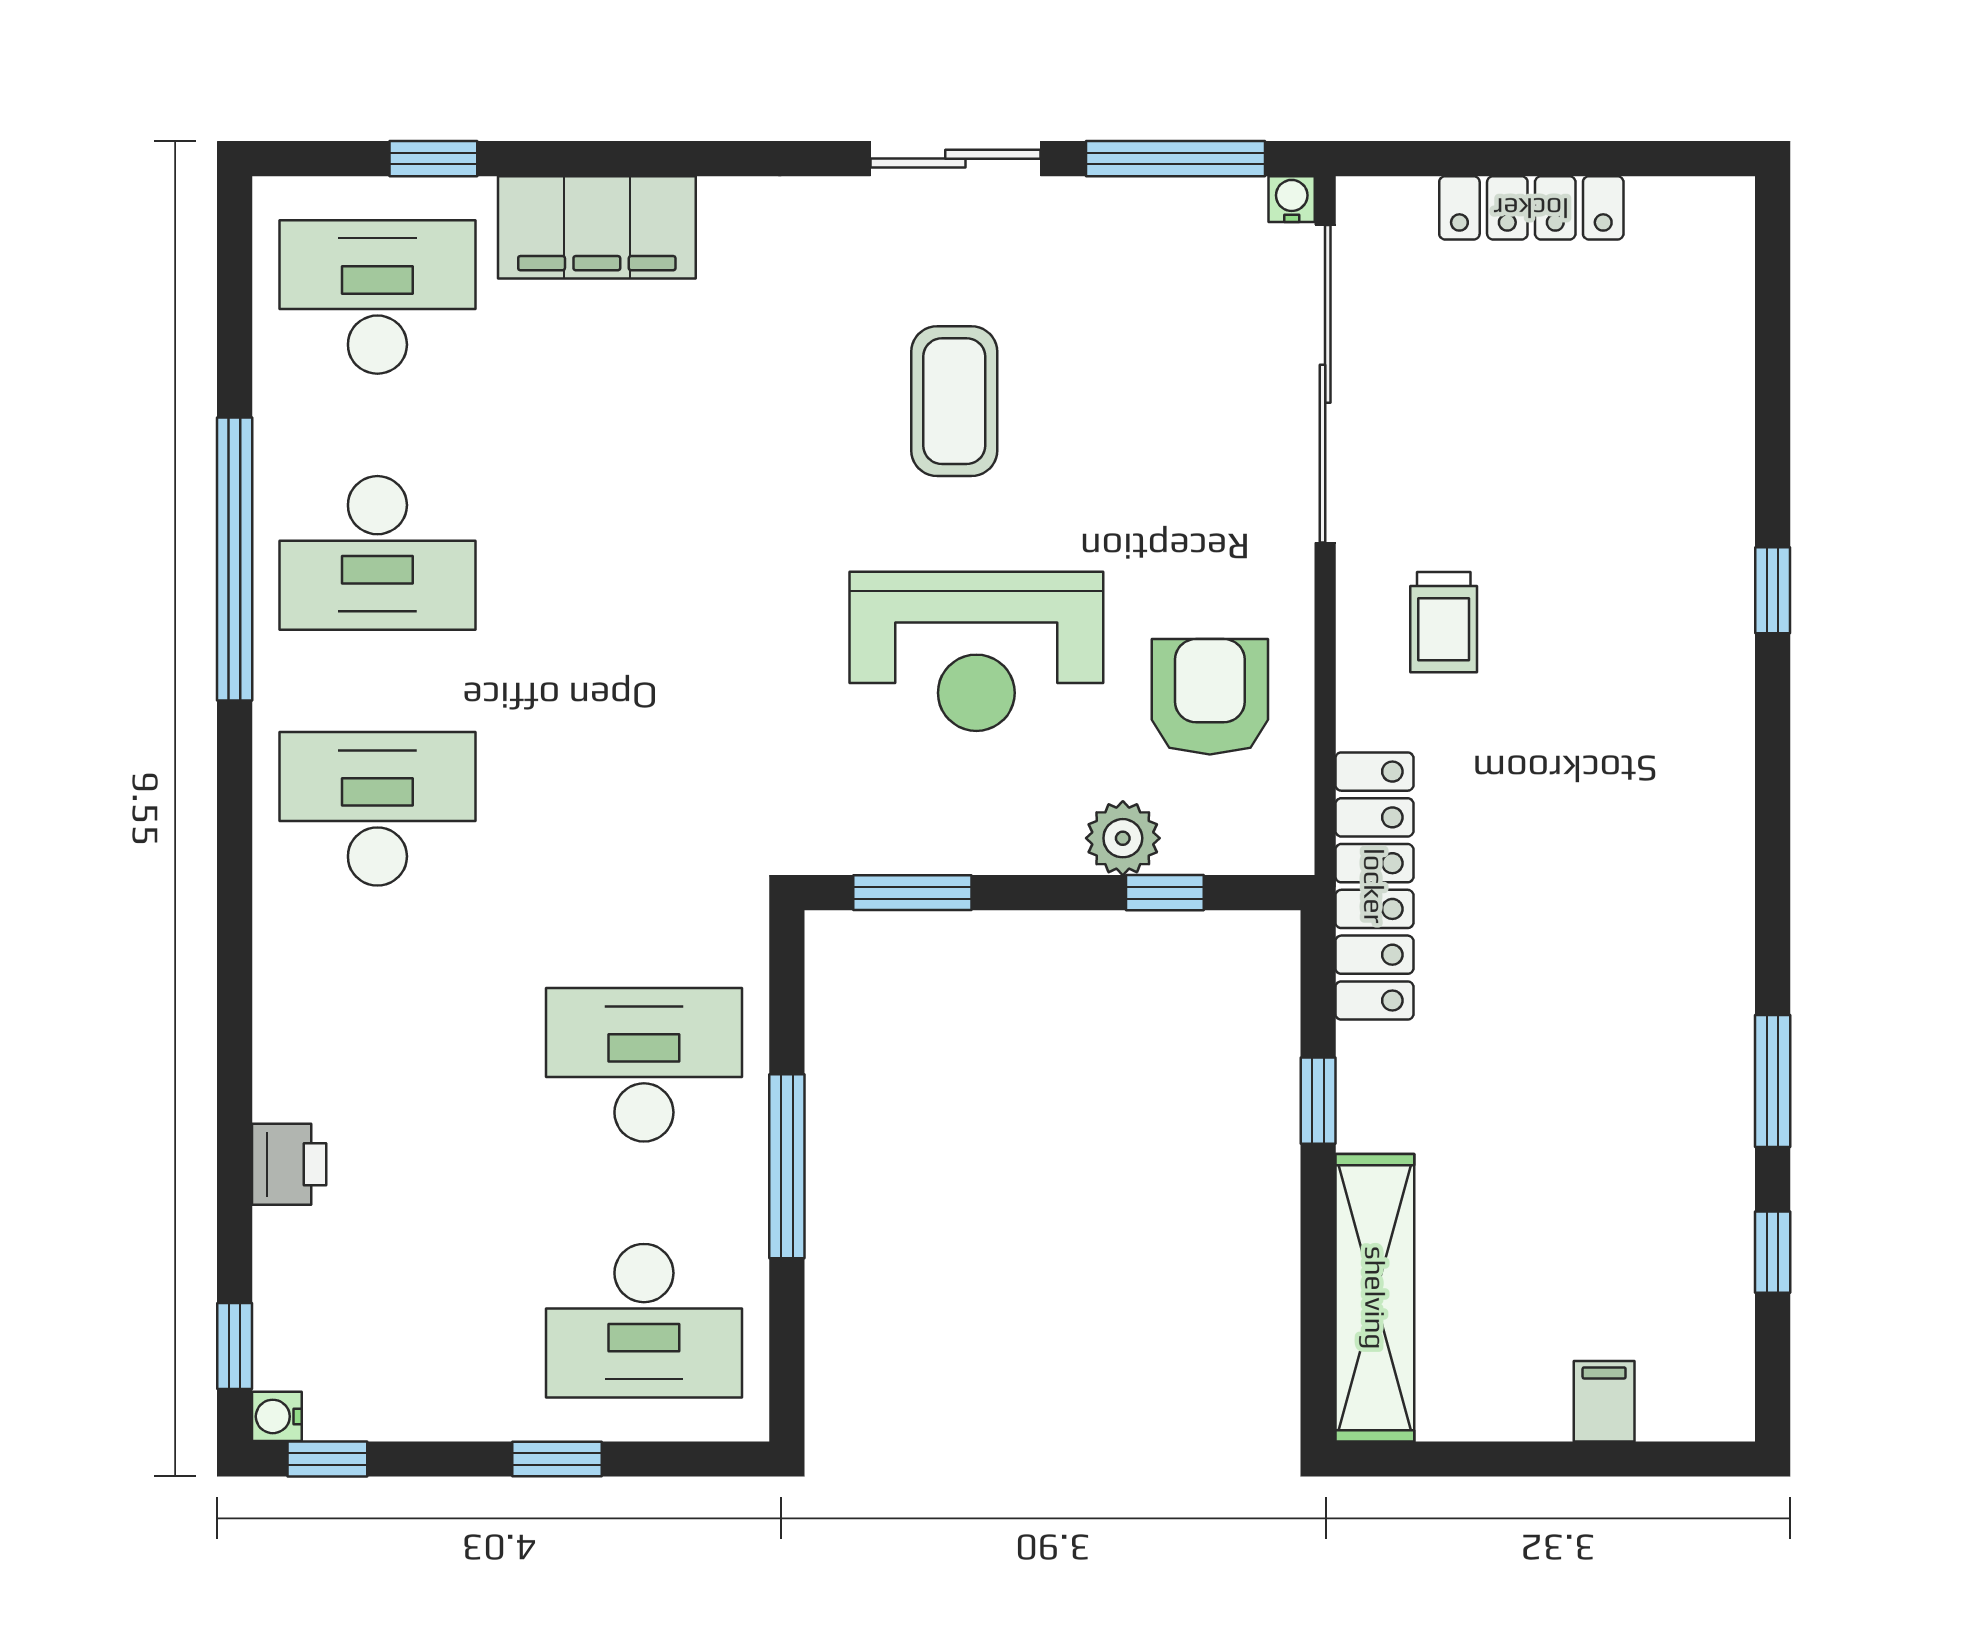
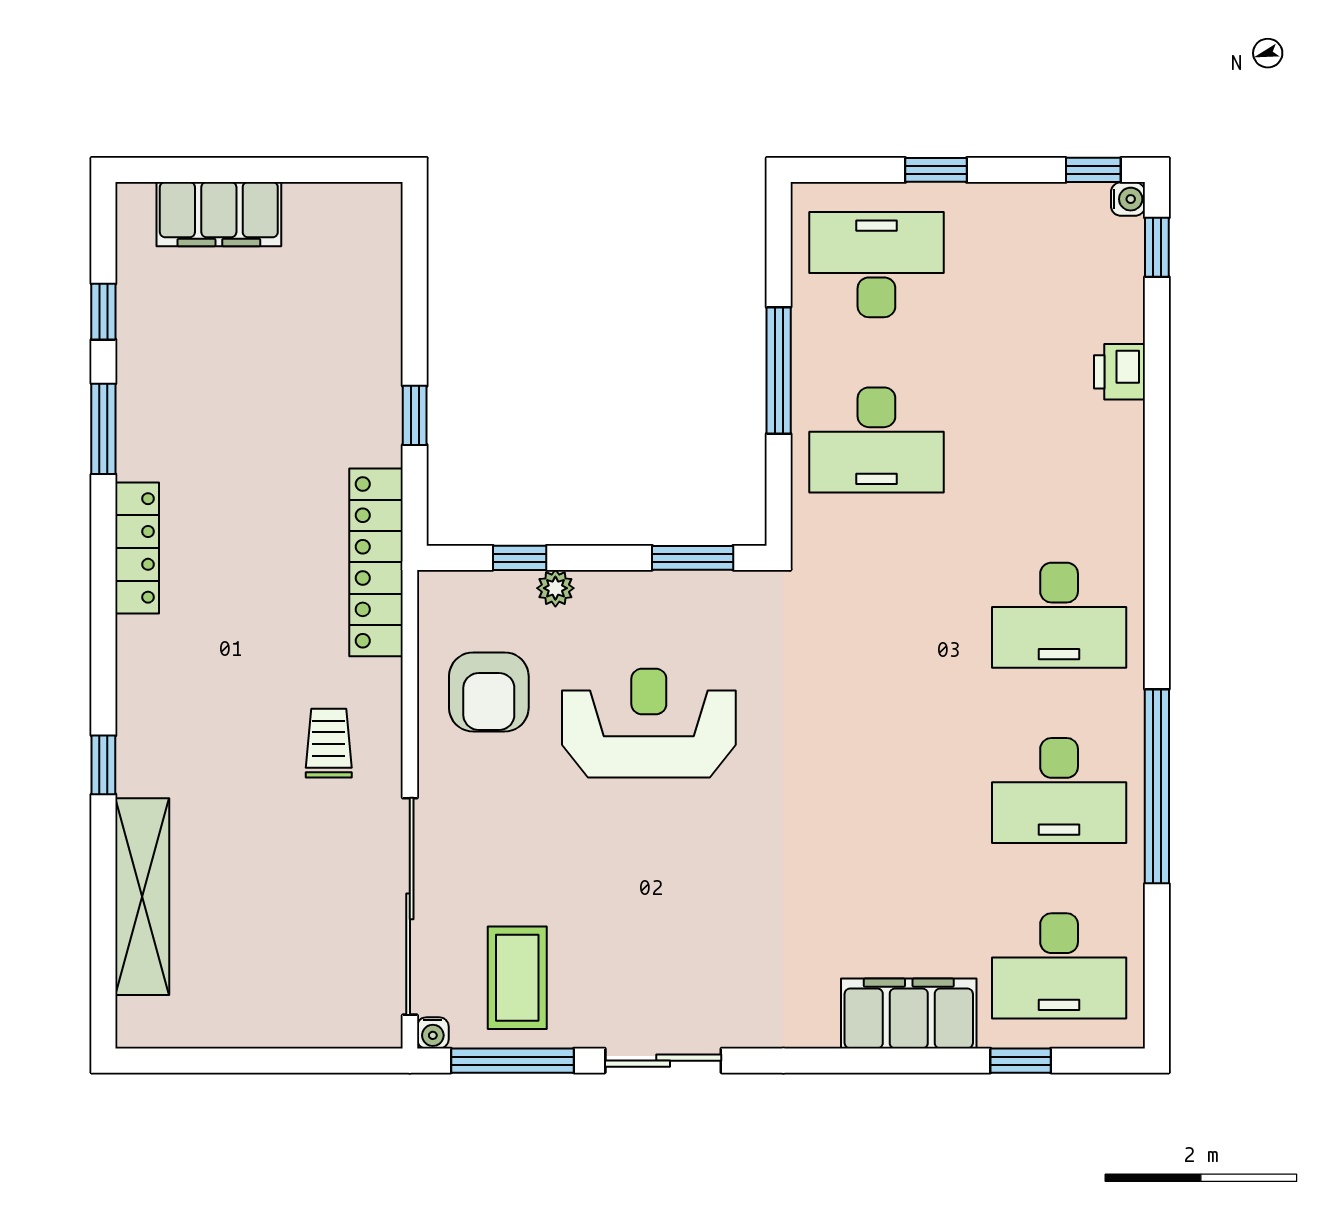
locker: (1531, 208) -> (137, 548), moved, turned 90
coffee table: (954, 401) -> (517, 978), moved
desk: (377, 553) -> (1059, 791), turned 180
plant: (1123, 838) -> (555, 588), width x0.73, depth x0.73
shelving: (1375, 1298) -> (142, 897), moved
filing cabinet: (1604, 1401) -> (219, 214), width x3.00, depth x1.17

